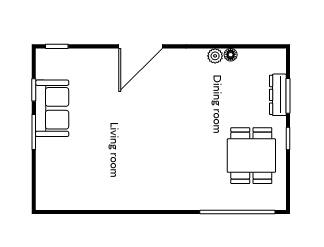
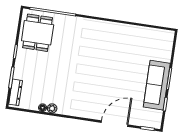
door: (141, 46) -> (115, 124), moved
dresser: (278, 95) -> (16, 92), moved
sofa: (52, 108) -> (157, 85), width x1.36
dining table: (251, 156) -> (38, 33), moved

